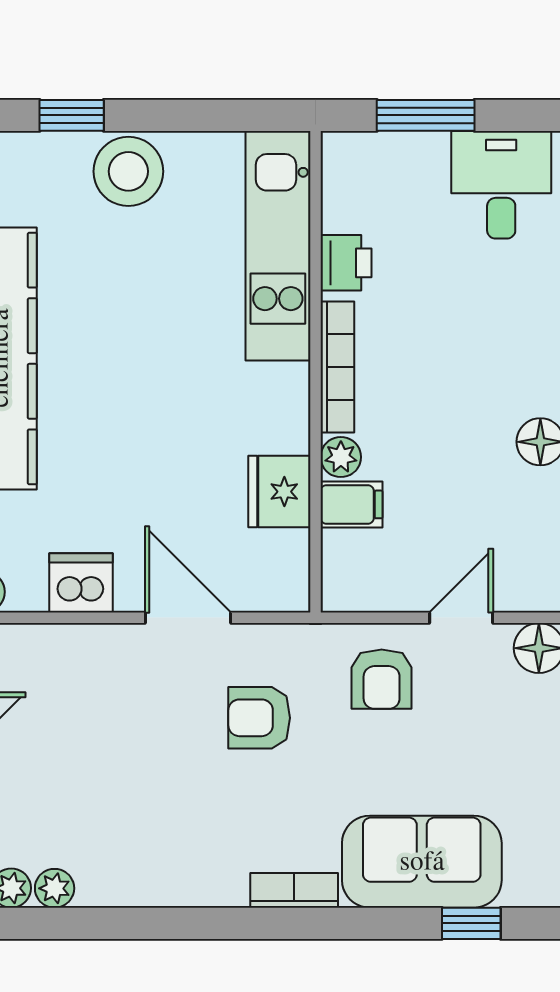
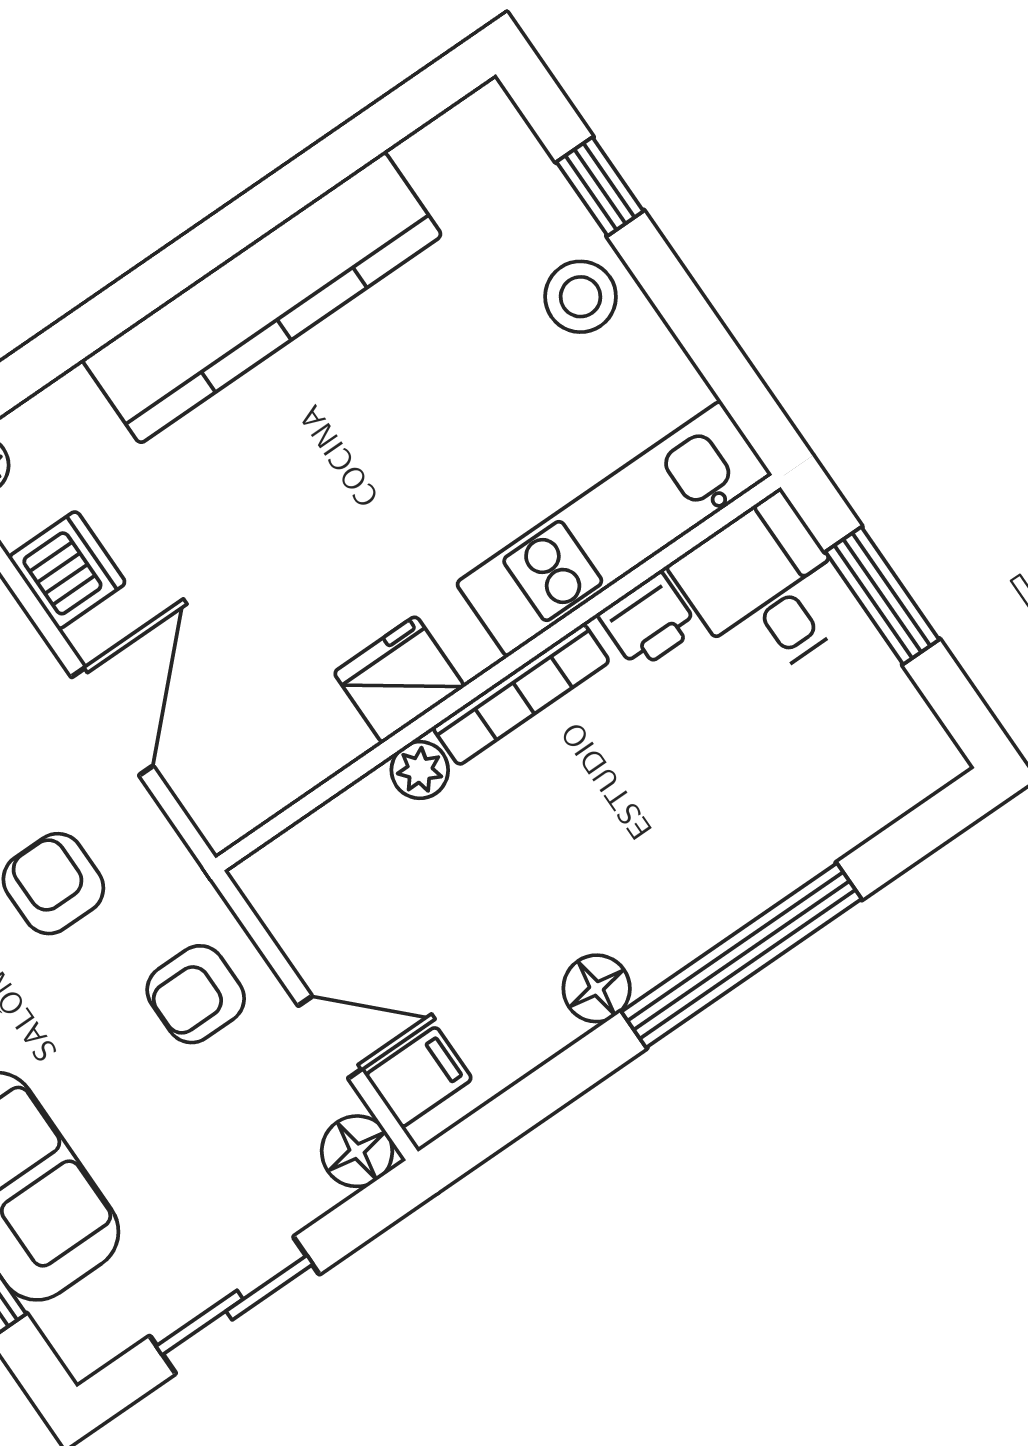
stool: (128, 171) -> (581, 297), width x0.73, depth x0.73
desk: (501, 185) -> (766, 589), moved, turned -90
fridge: (279, 492) -> (399, 679), moved
filing cabinet: (351, 504) -> (419, 1077), moved, turned -90

